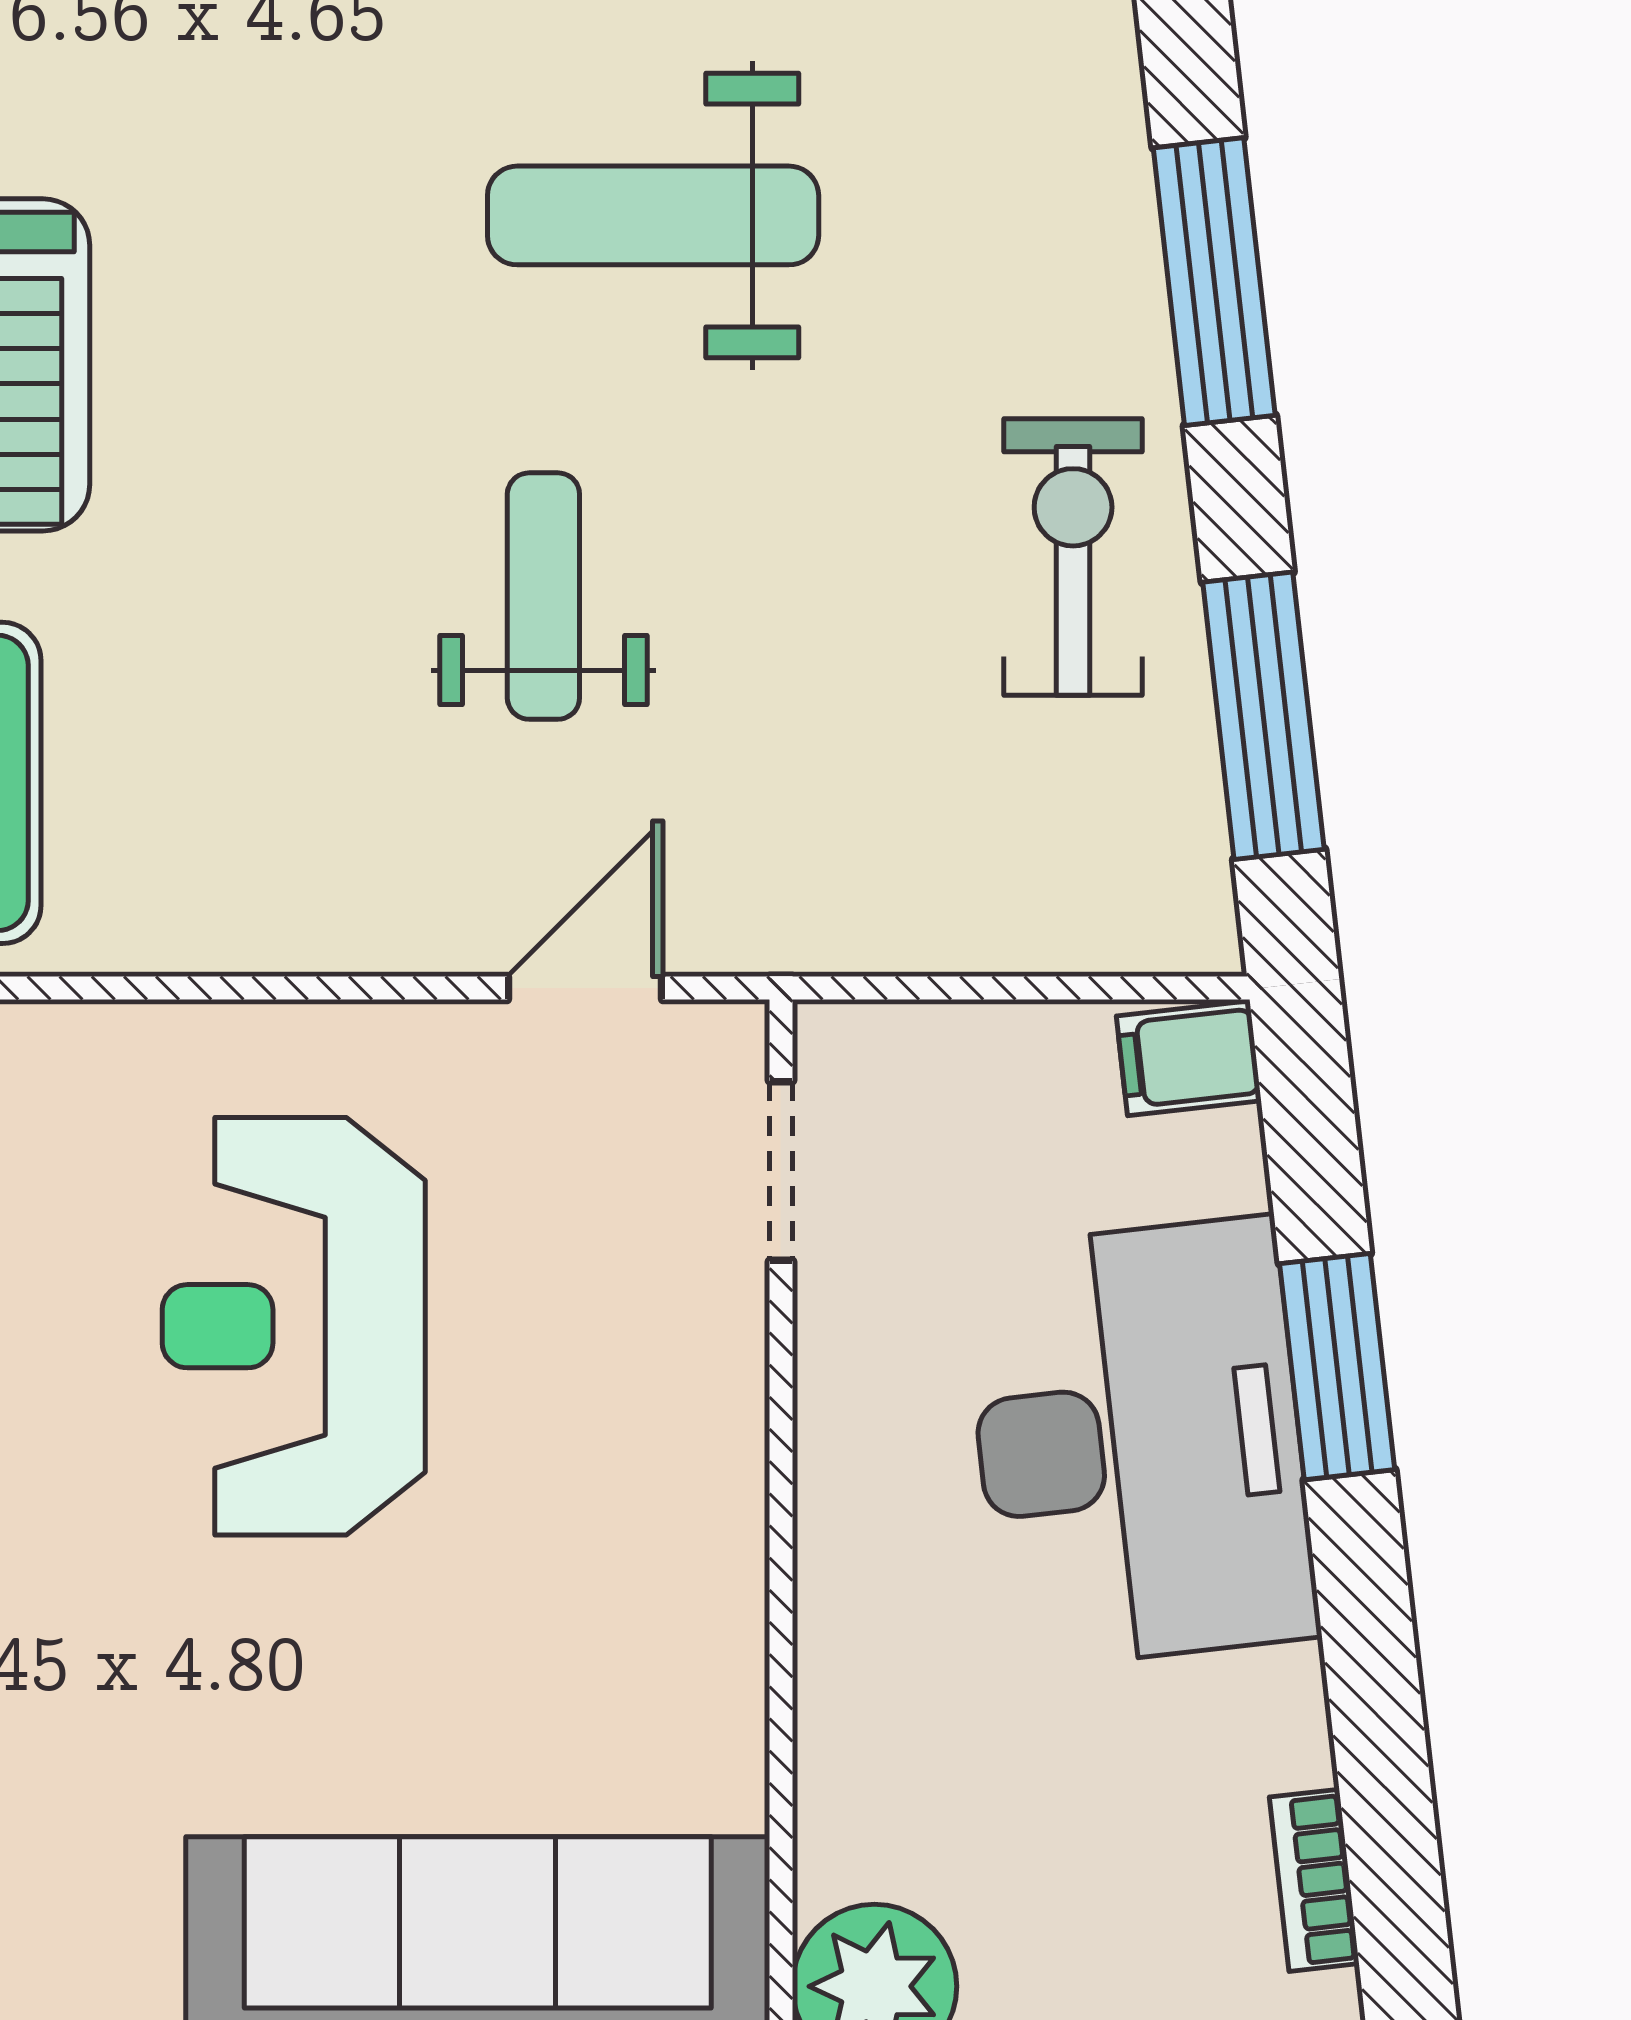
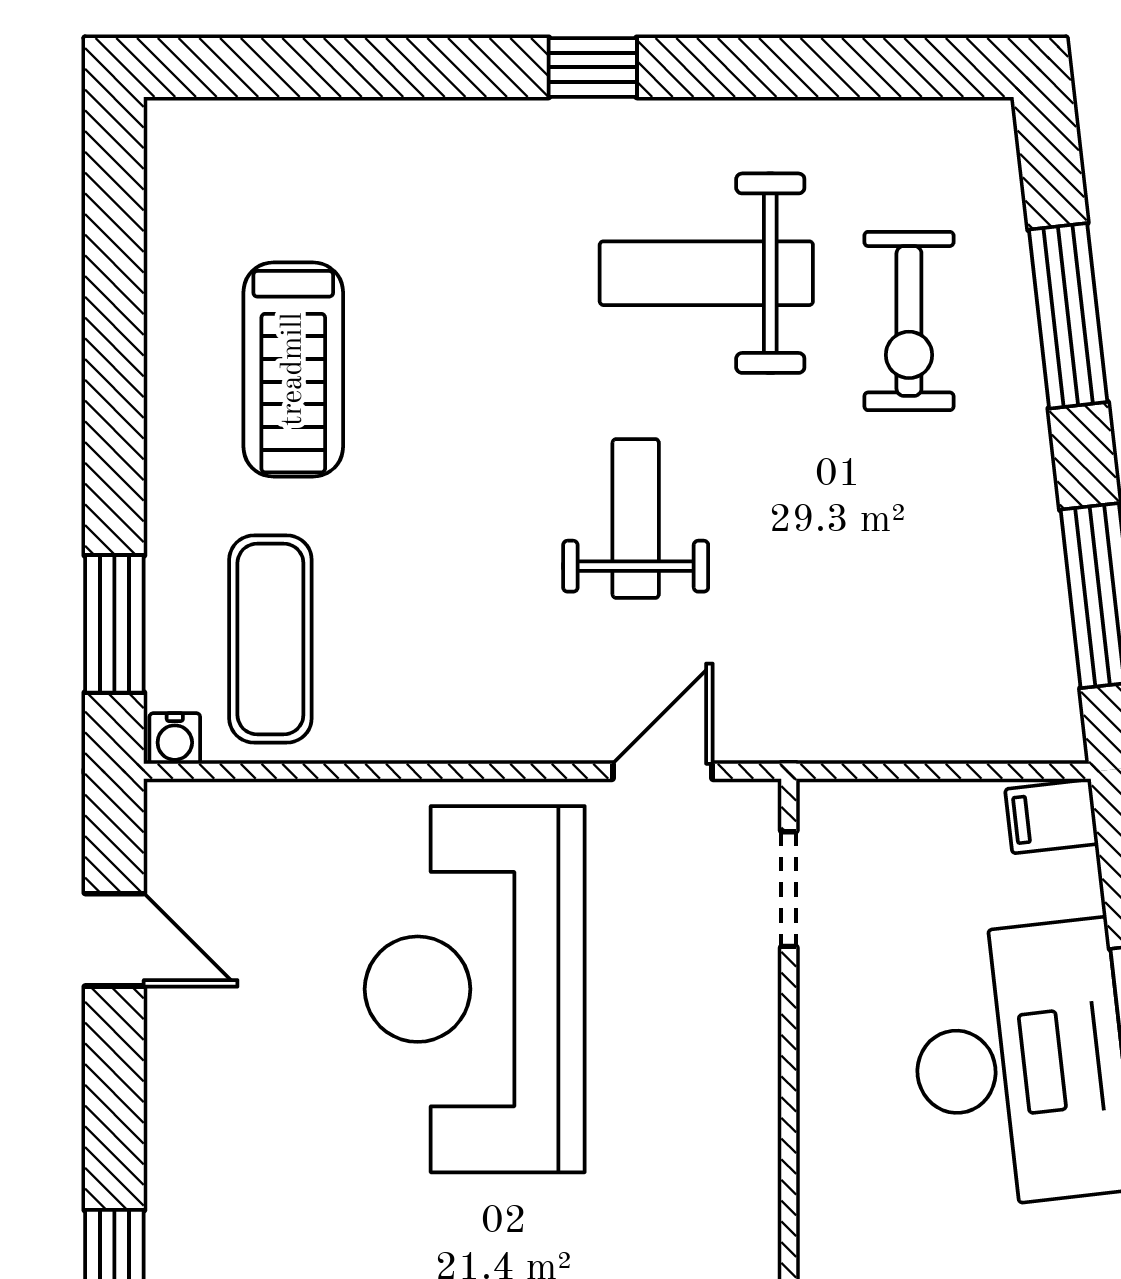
exercise bike: (1073, 557) -> (909, 321), moved, turned 180
reception desk: (294, 1326) -> (475, 989), width x1.36, depth x1.30

